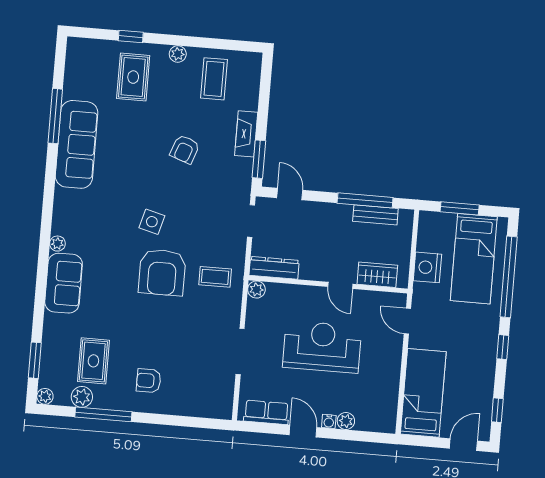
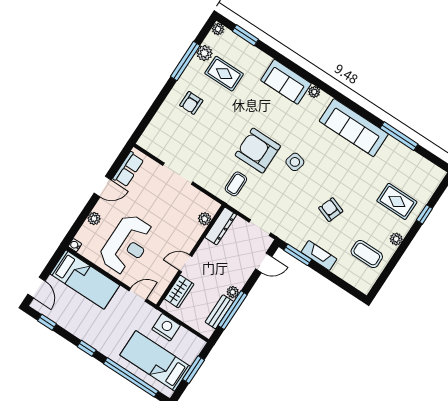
sofa: (77, 144) -> (354, 128), moved
plant: (344, 212) -> (233, 292), added
plant: (256, 290) -> (205, 219), moved
reception desk: (322, 347) -> (127, 244), moved
armchair: (149, 381) -> (191, 103), turned 180
water cooler: (329, 421) -> (75, 245), moved

